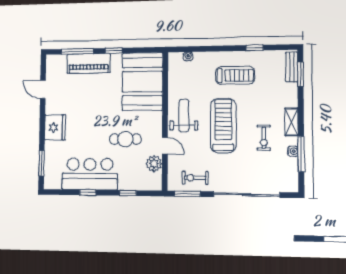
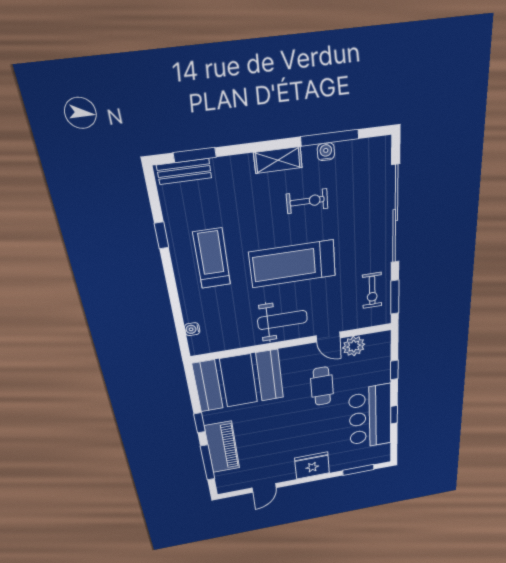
weight bench: (184, 116) -> (283, 320), turned 180
door: (165, 146) -> (328, 337), swing flipped

